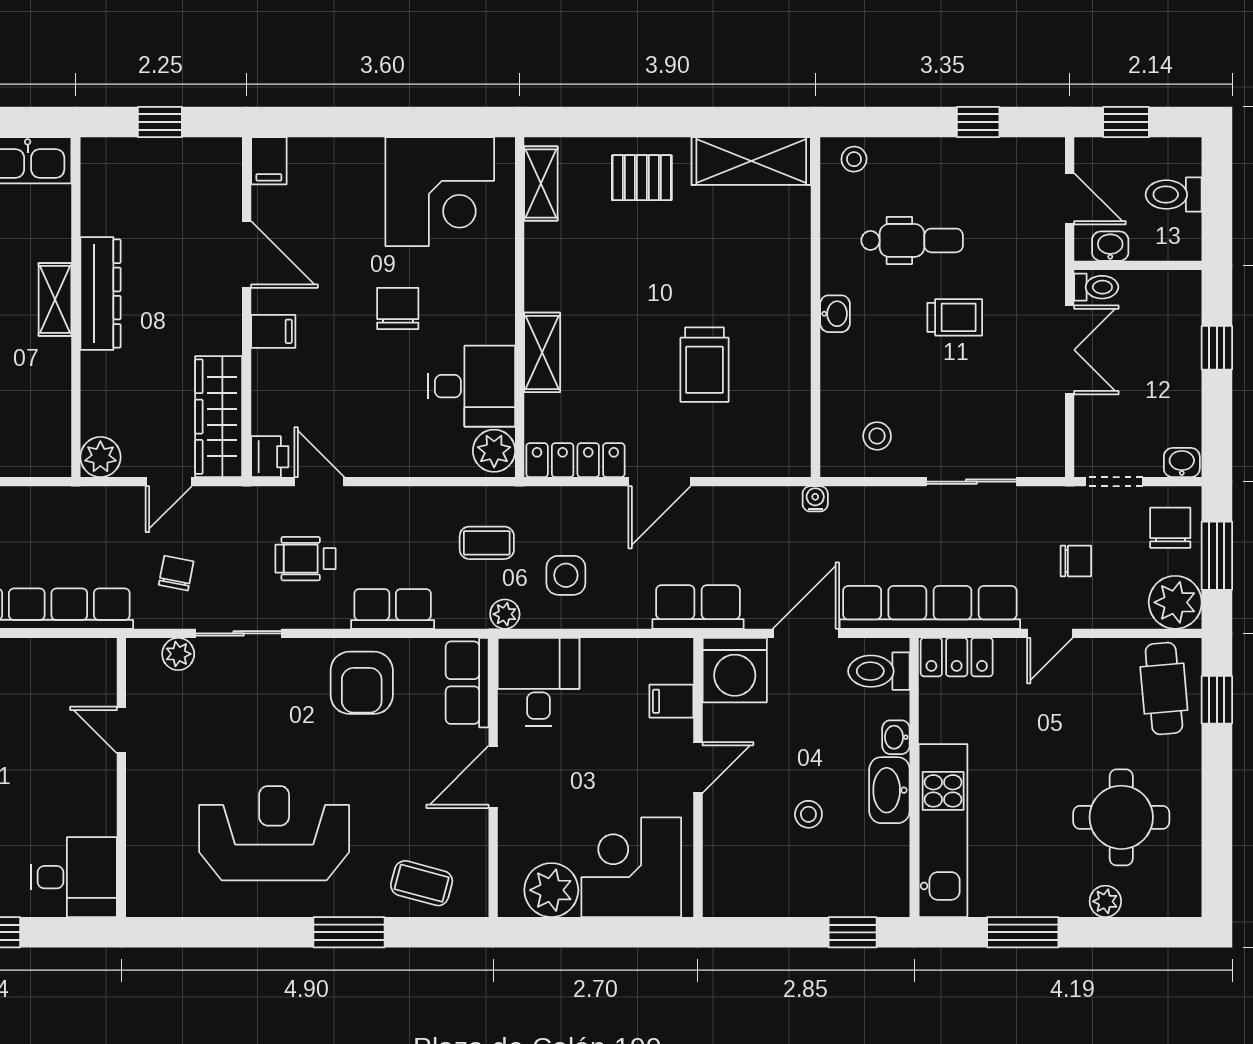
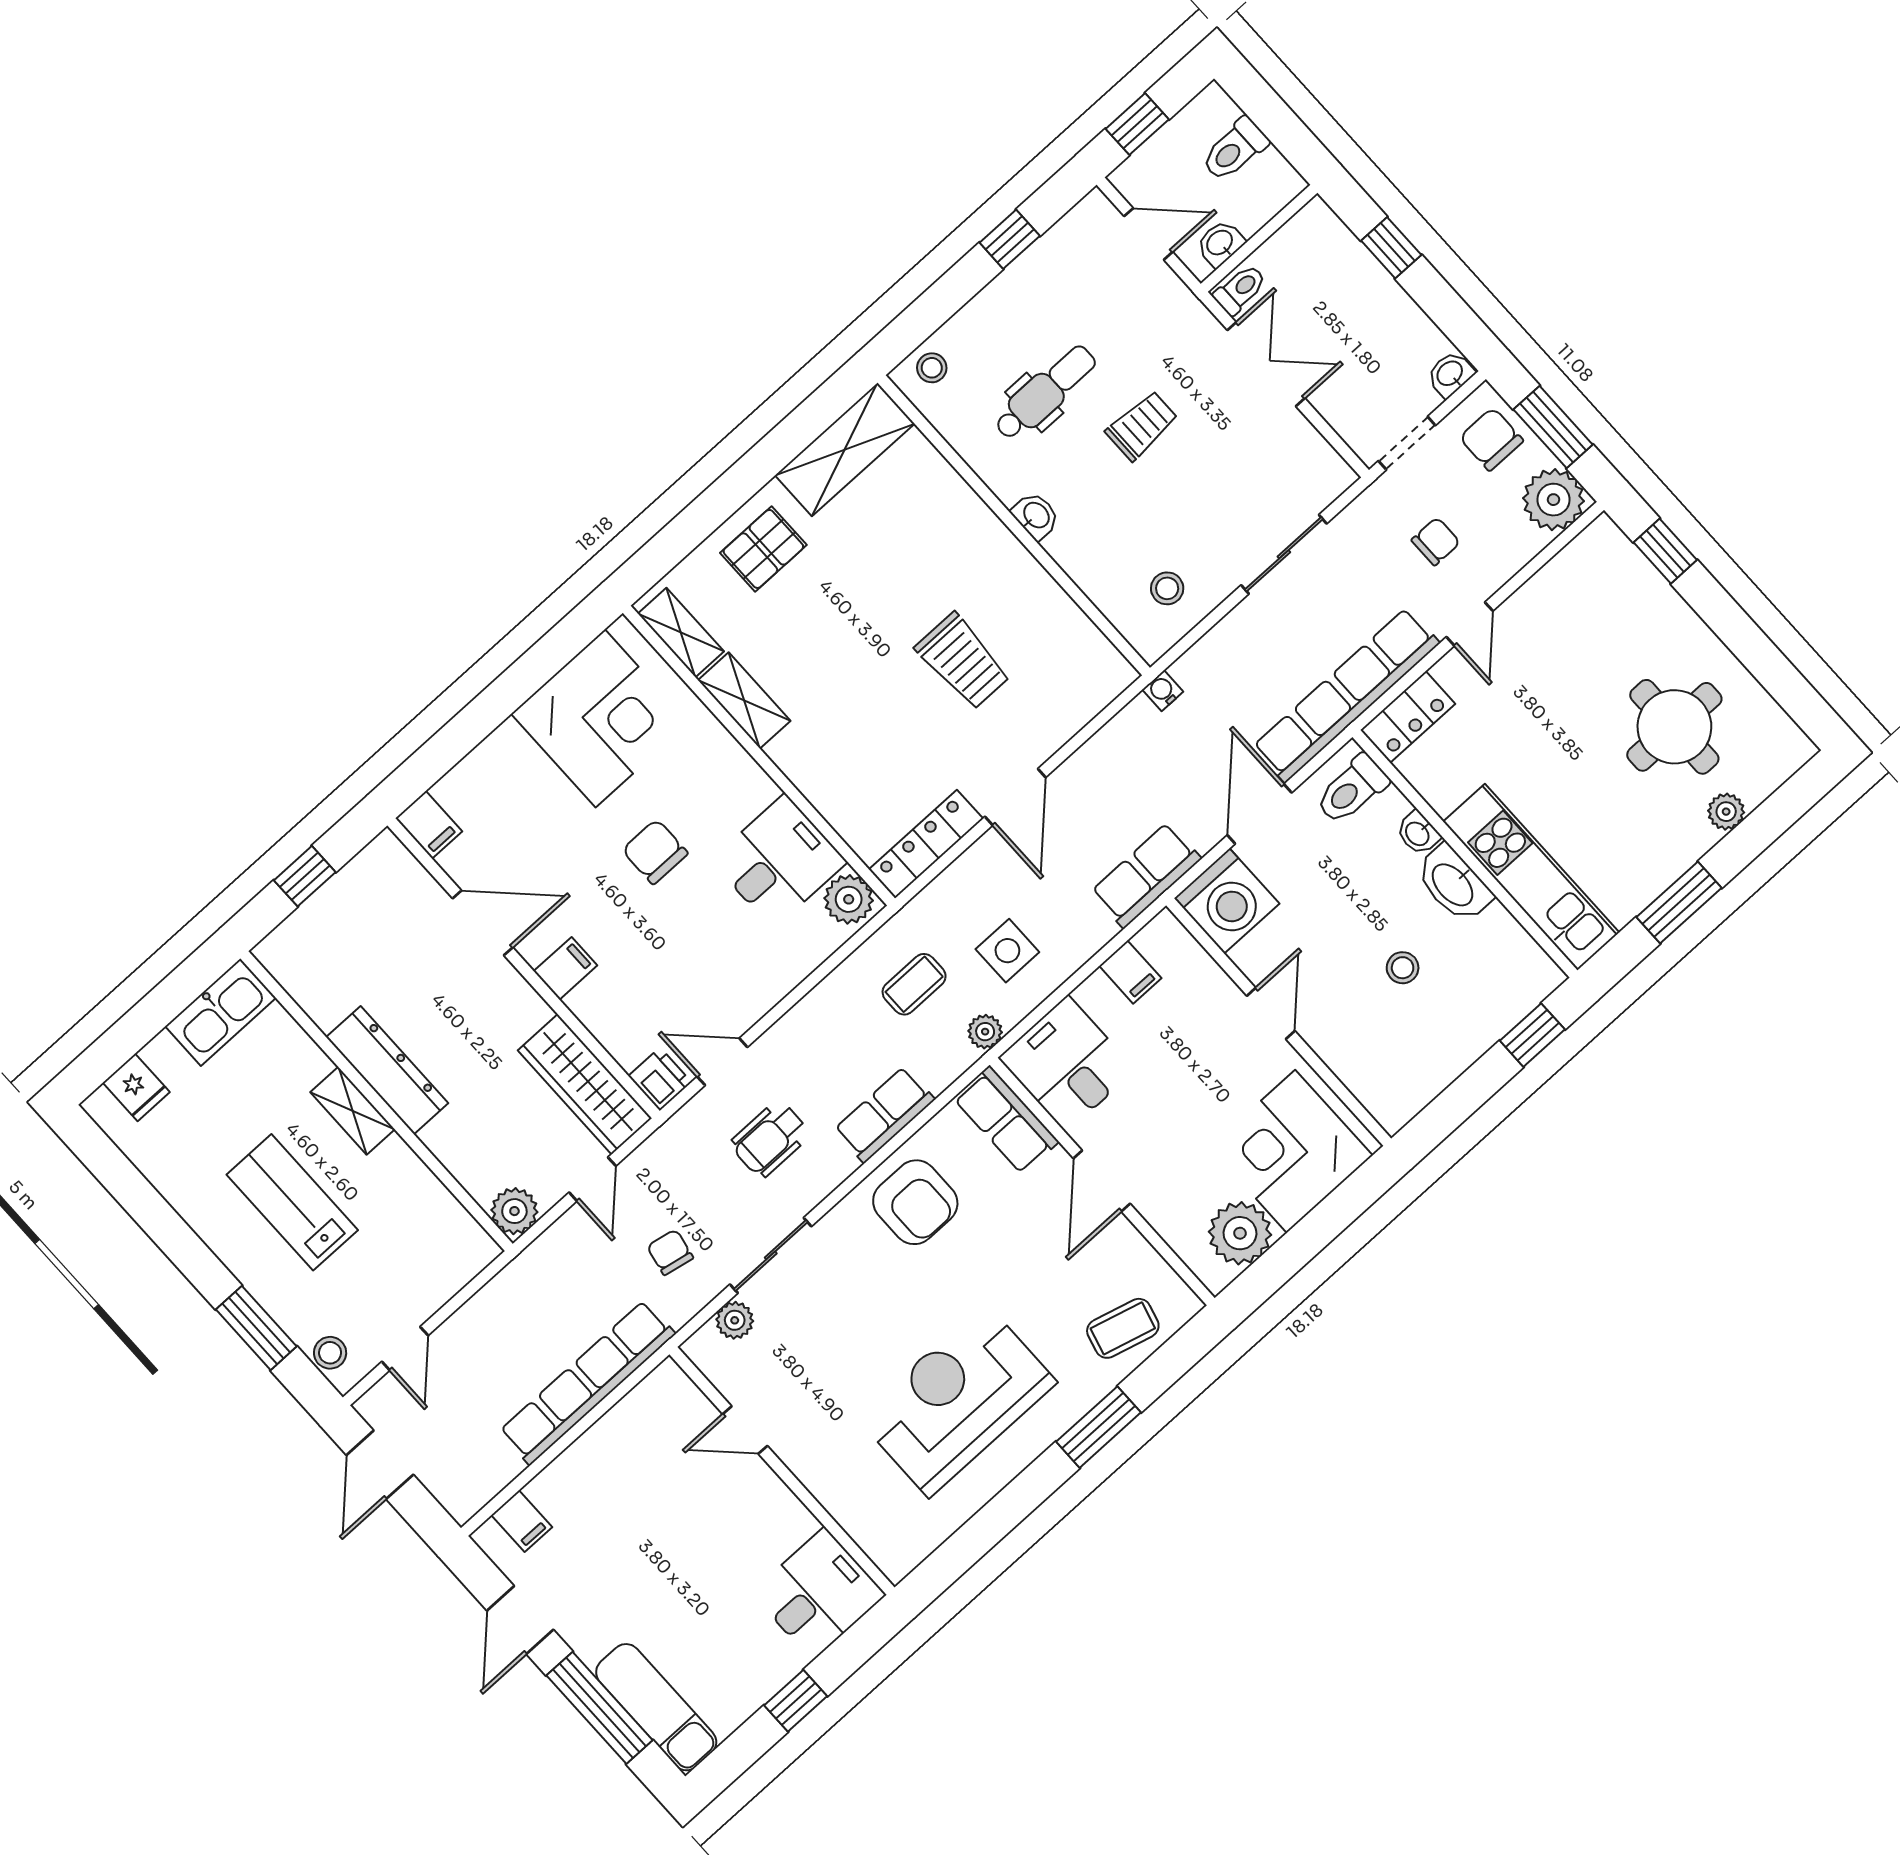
shelving: (542, 352) -> (744, 700), moved
cafe table: (1164, 688) -> (1611, 583), removed
filing cabinet: (671, 701) -> (1130, 972), moved, turned -90

